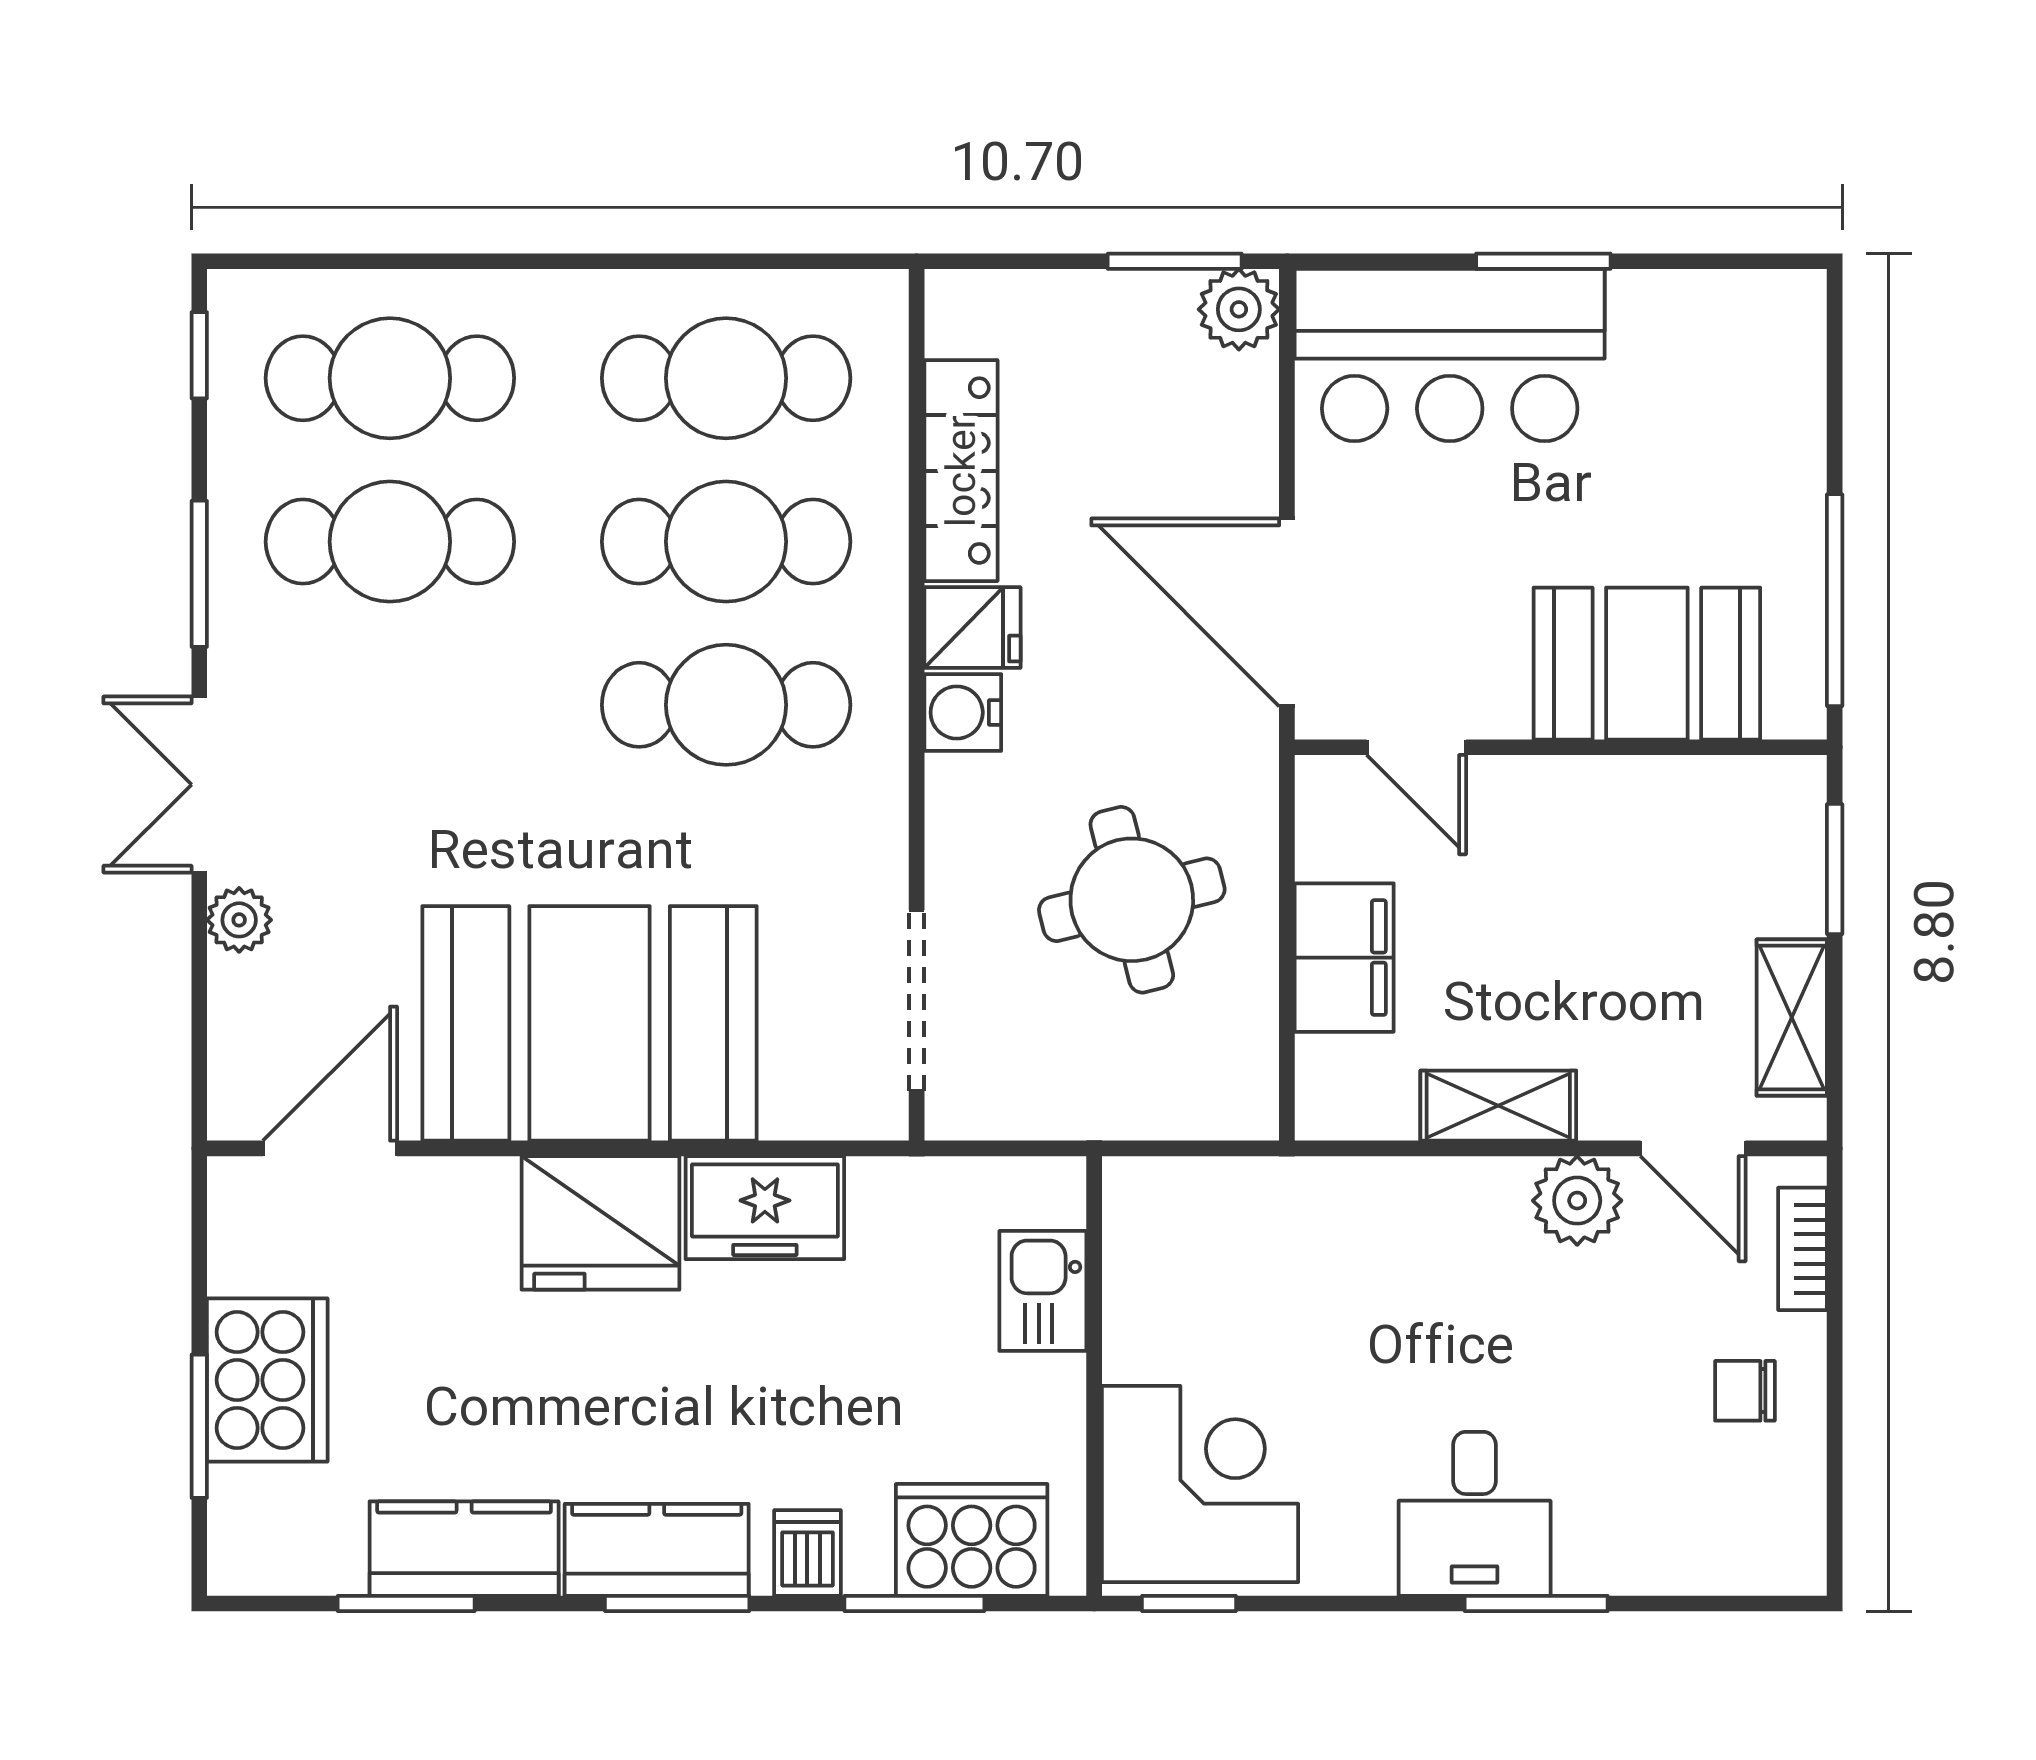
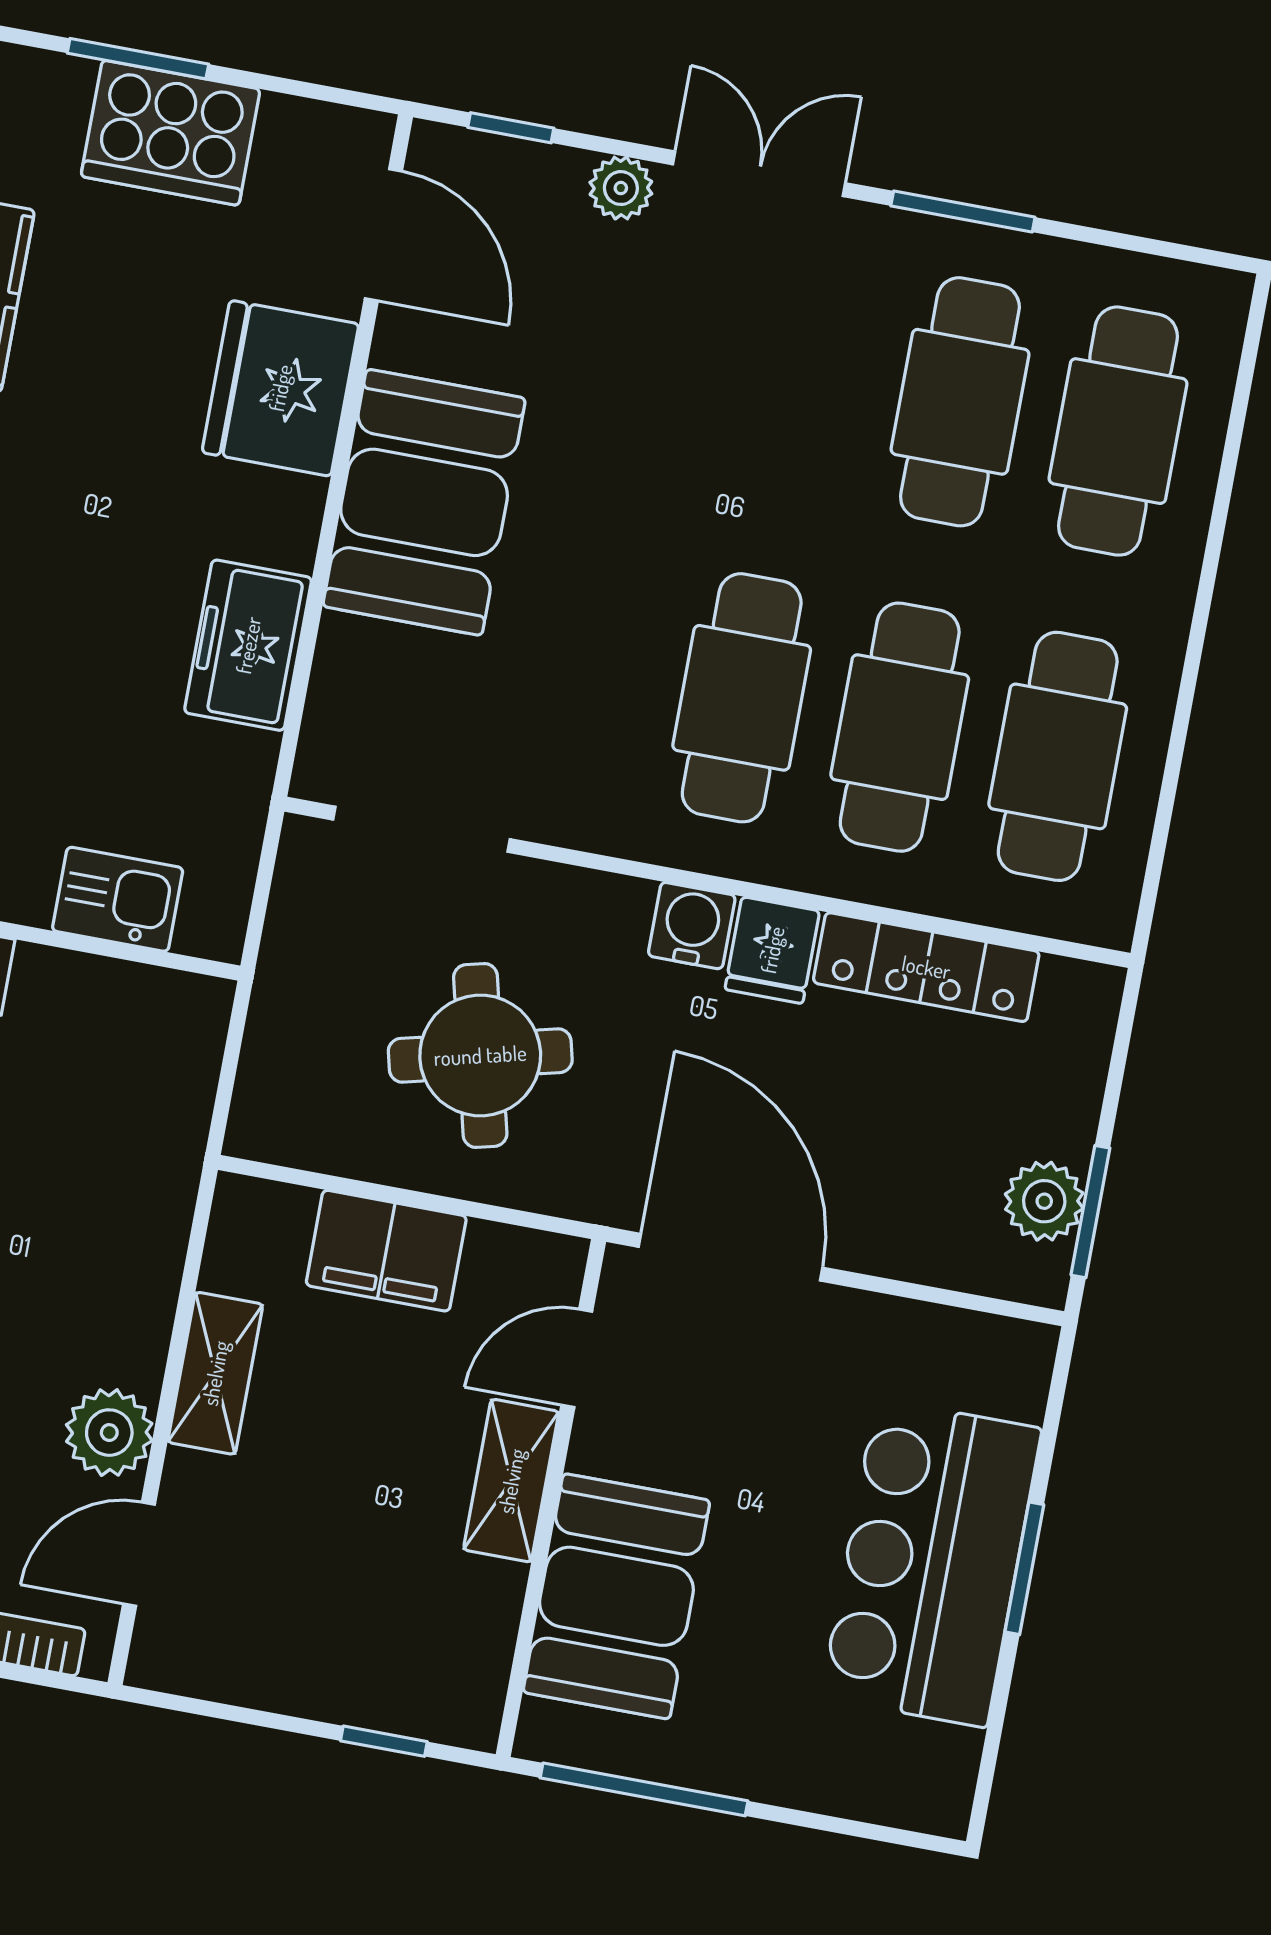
plant: (1239, 309) -> (1044, 1201), moved
window: (199, 355) -> (511, 128), moved
bar counter: (1450, 355) -> (931, 1563), moved
door: (1287, 612) -> (730, 1257), hinge flipped
window: (1835, 869) -> (384, 1741), width x0.67
shelving: (1792, 1018) -> (511, 1481), moved, turned 90
booth: (590, 1023) -> (424, 502), width x0.73, depth x0.70
fridge: (600, 1223) -> (280, 388), moved

